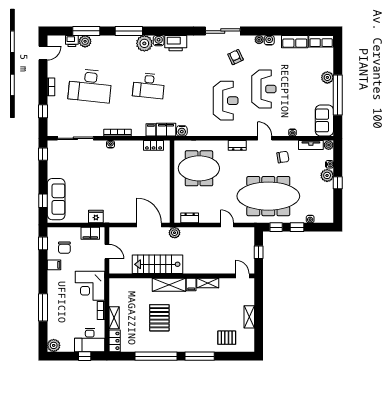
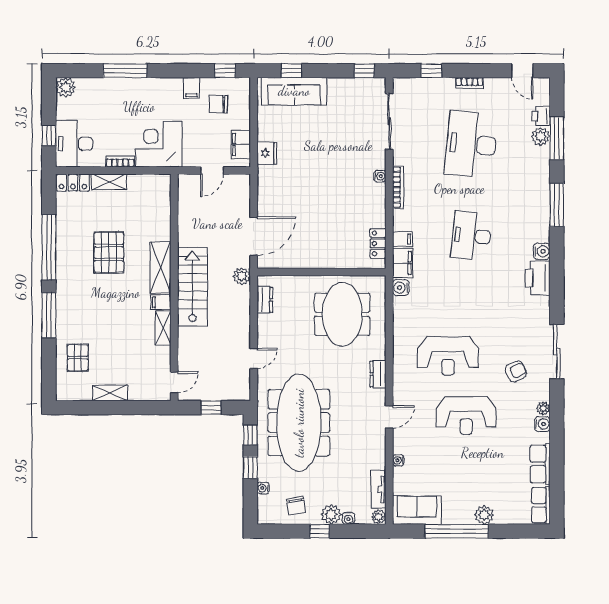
plant: (144, 43) -> (537, 229), removed
chair: (283, 157) -> (296, 506), moved
stairs: (157, 264) -> (192, 287), moved
pallet: (159, 318) -> (109, 252), turned 90

